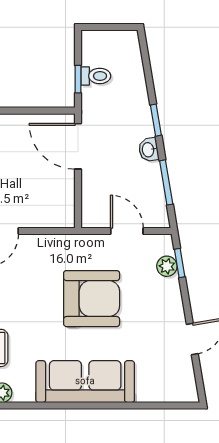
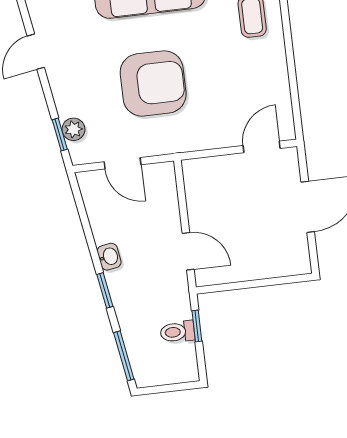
door: (78, 146) -> (188, 251), width x0.73
window: (166, 182) -> (124, 356), moved
armchair: (92, 299) -> (153, 83), turned 180

